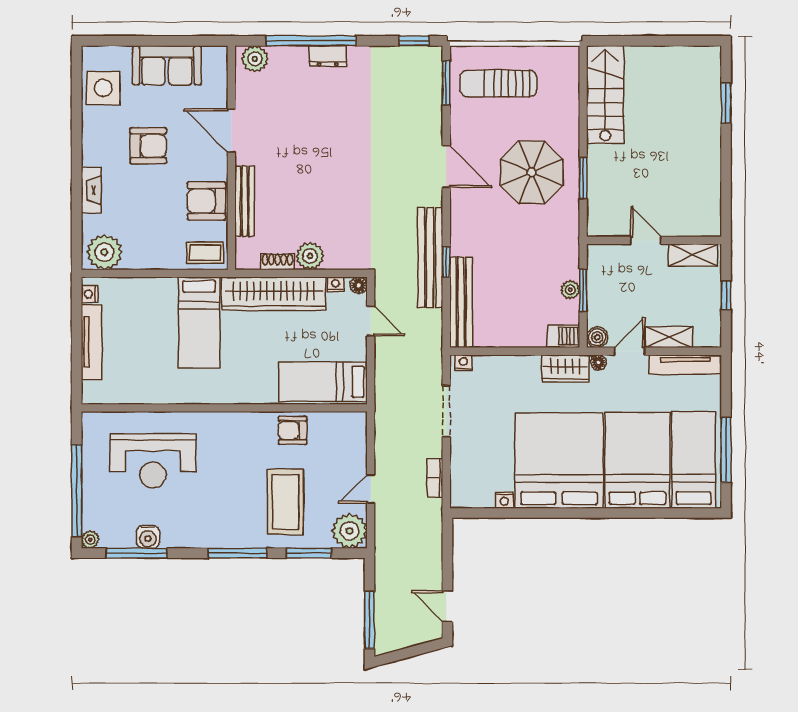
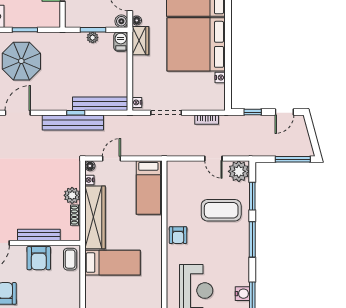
armchair: (293, 430) -> (178, 235), moved
window: (447, 554) -> (253, 112), added

